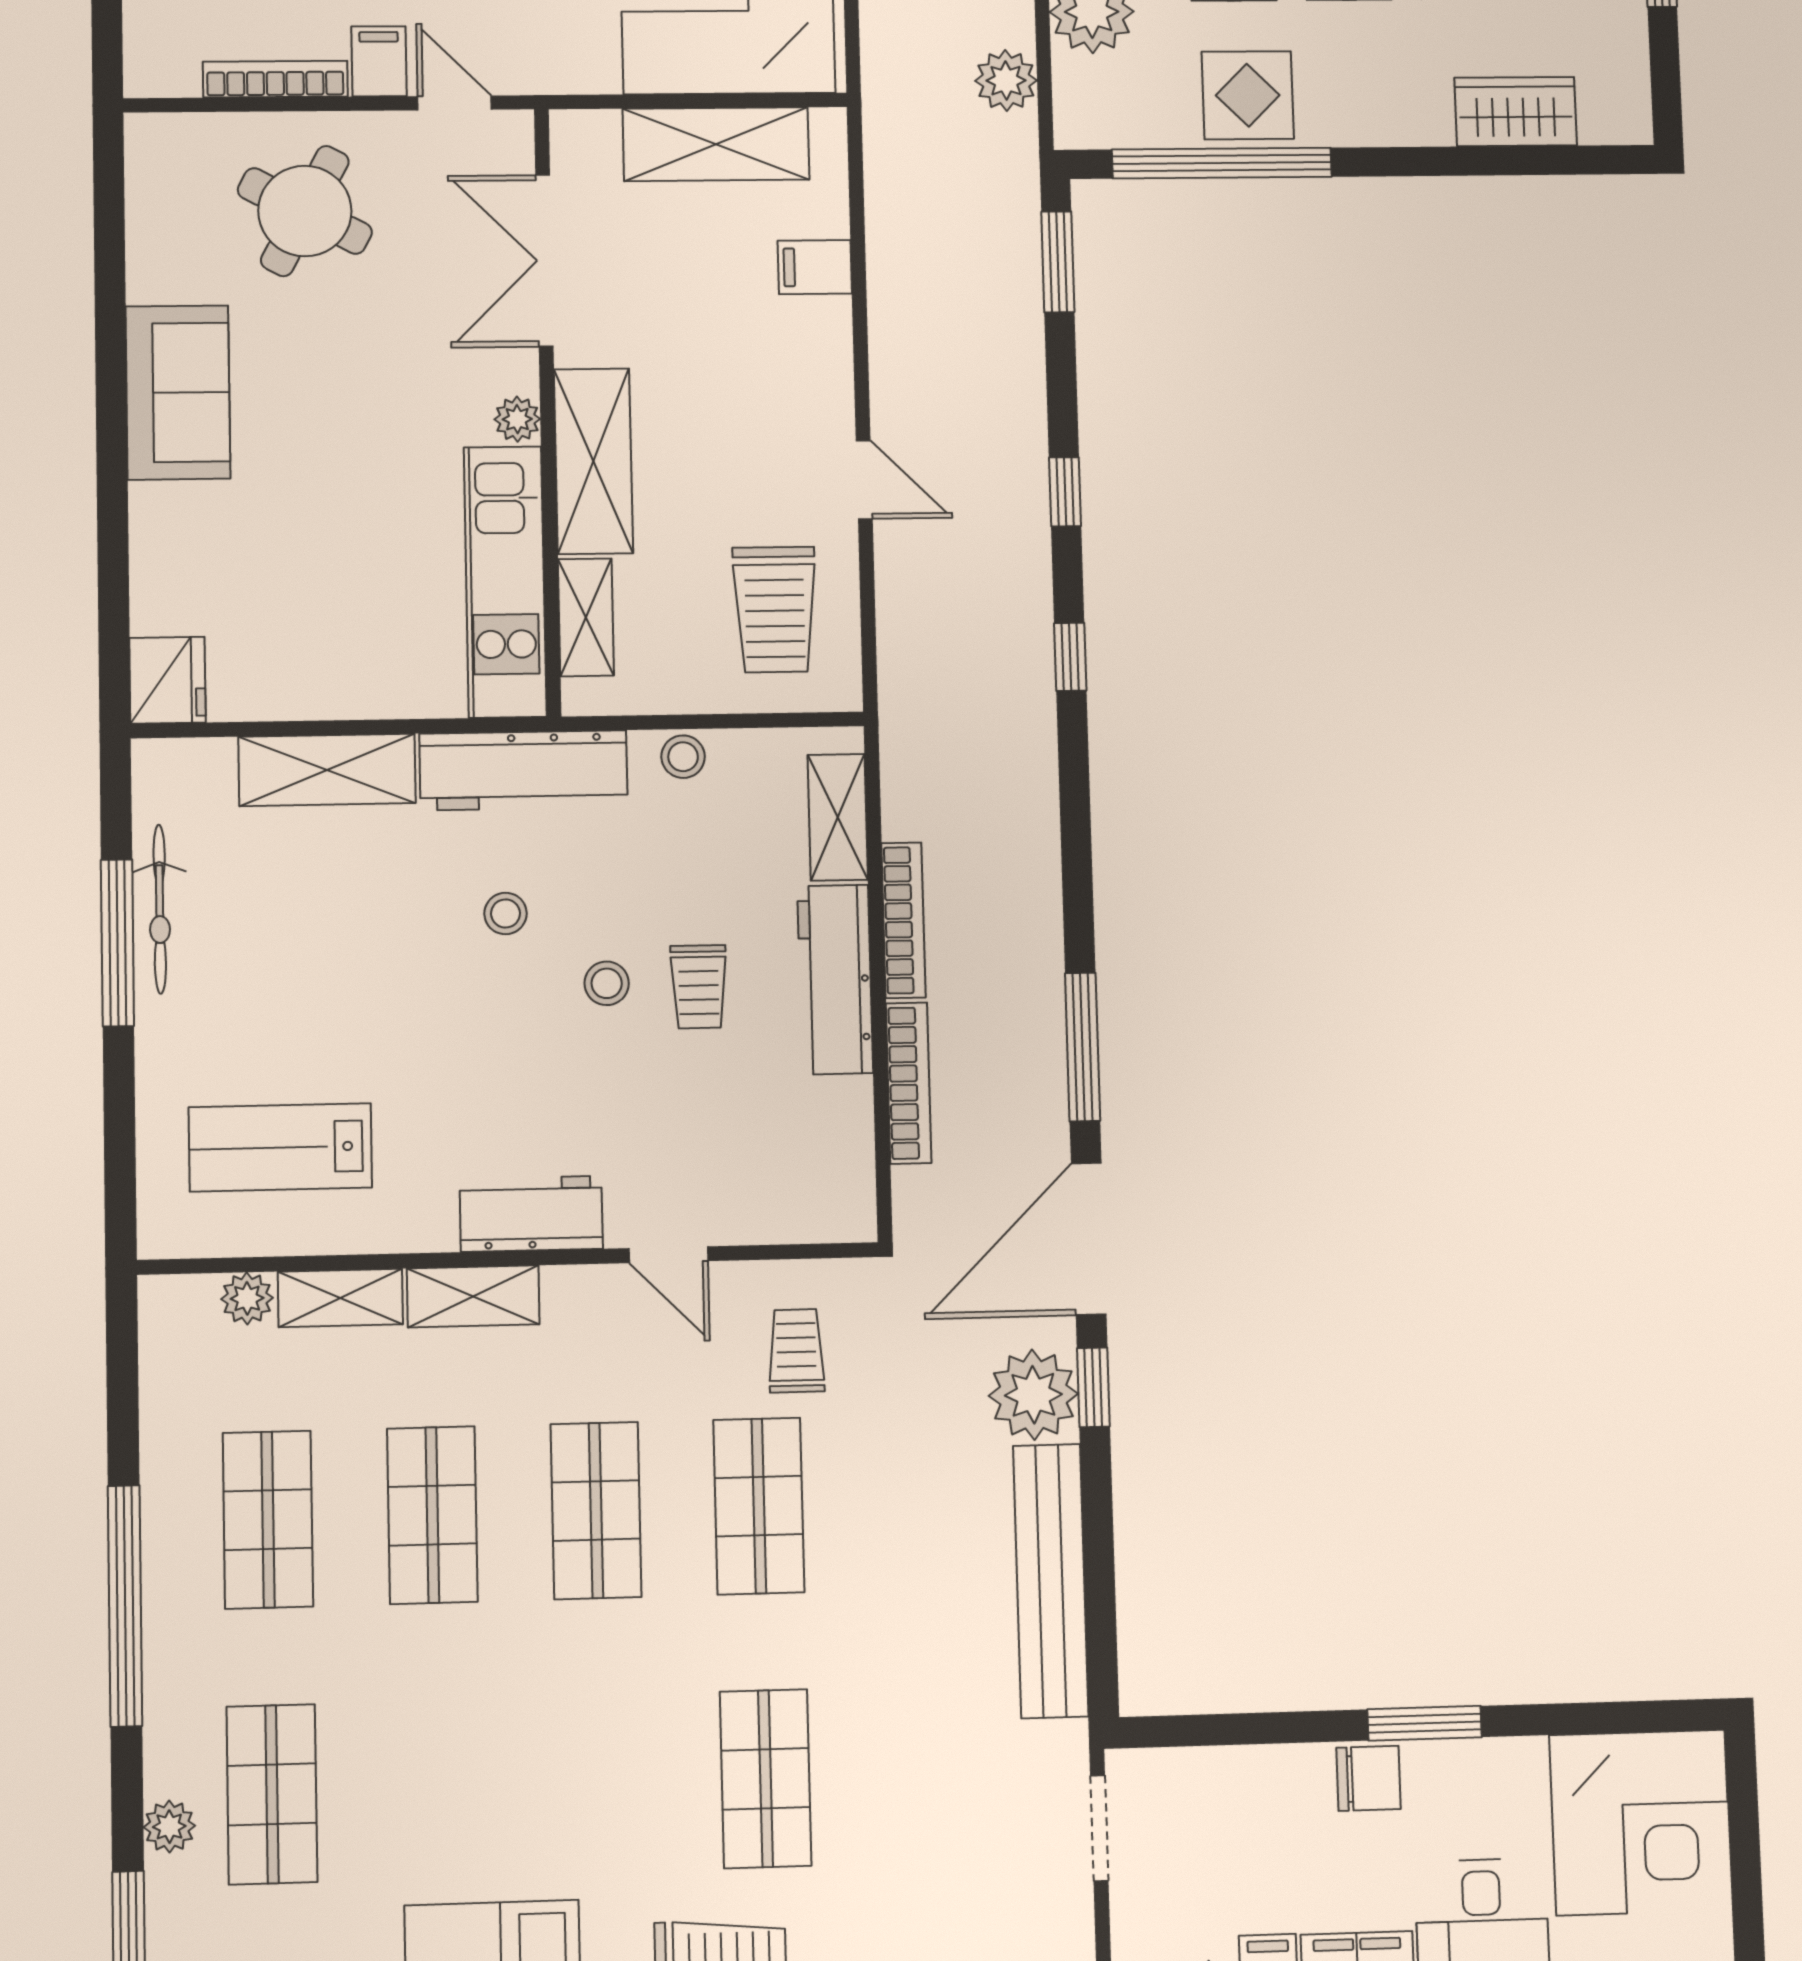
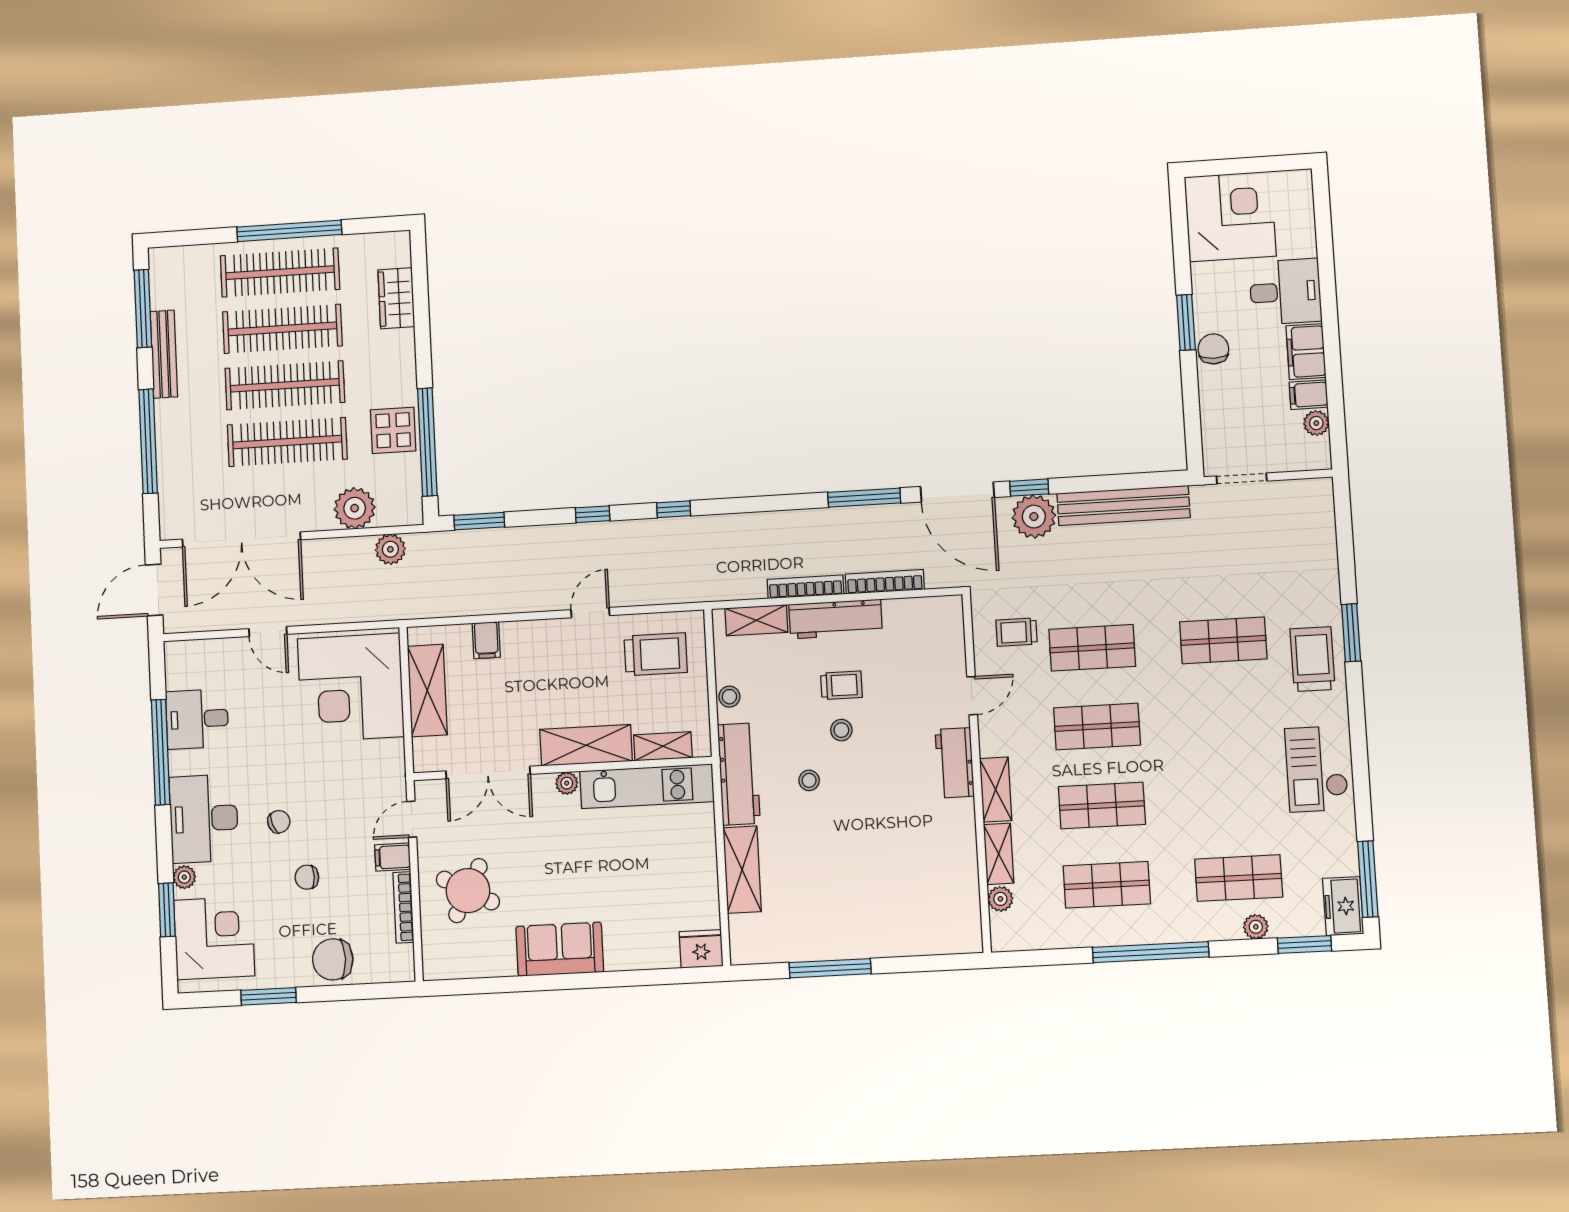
bicycle: (160, 909) -> (813, 948), removed
lab bench: (280, 1147) -> (927, 886), removed

